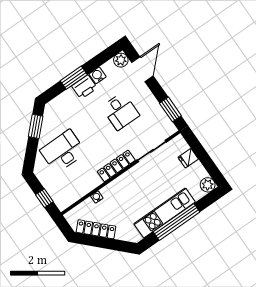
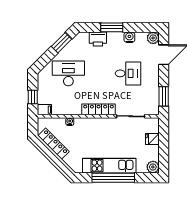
printer: (84, 87) -> (98, 39), moved
desk: (120, 111) -> (128, 73), turned -90
filing cabinet: (64, 203) -> (44, 110), added

